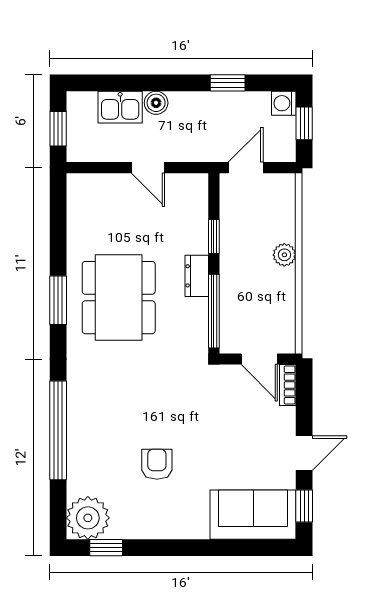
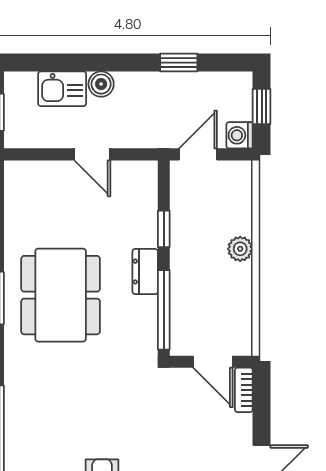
washing machine: (284, 103) -> (240, 135), moved

